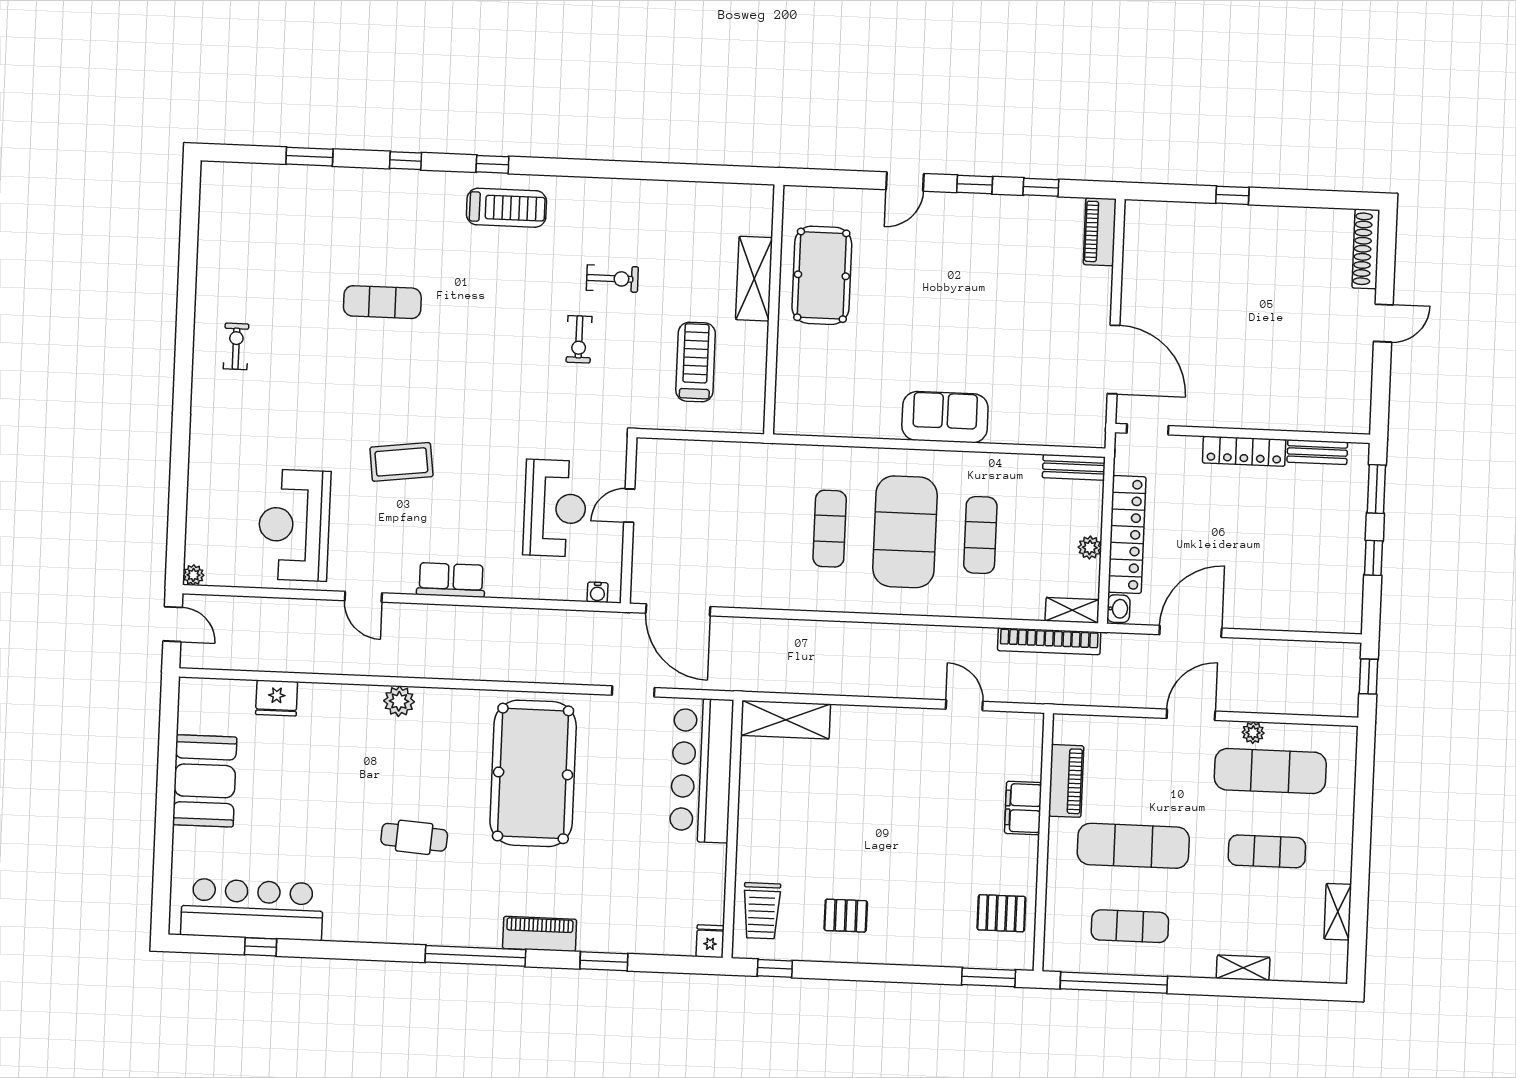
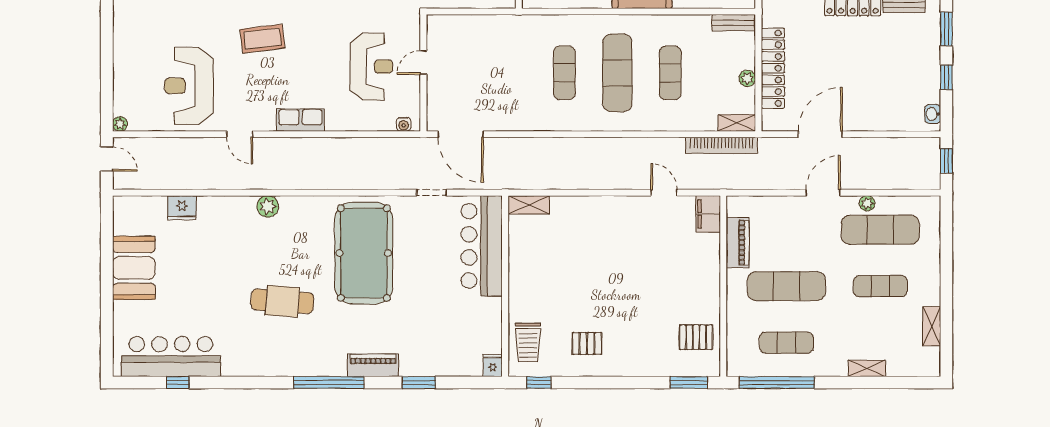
exercise mat: (905, 532) -> (617, 73), width x0.68
washbasin: (1118, 609) -> (933, 114), moved, turned 180
shelving: (786, 720) -> (529, 205), width x0.67, depth x0.75
filing cabinet: (1023, 808) -> (708, 214), moved
cafe table: (414, 837) -> (282, 301), width x1.37, depth x1.35

